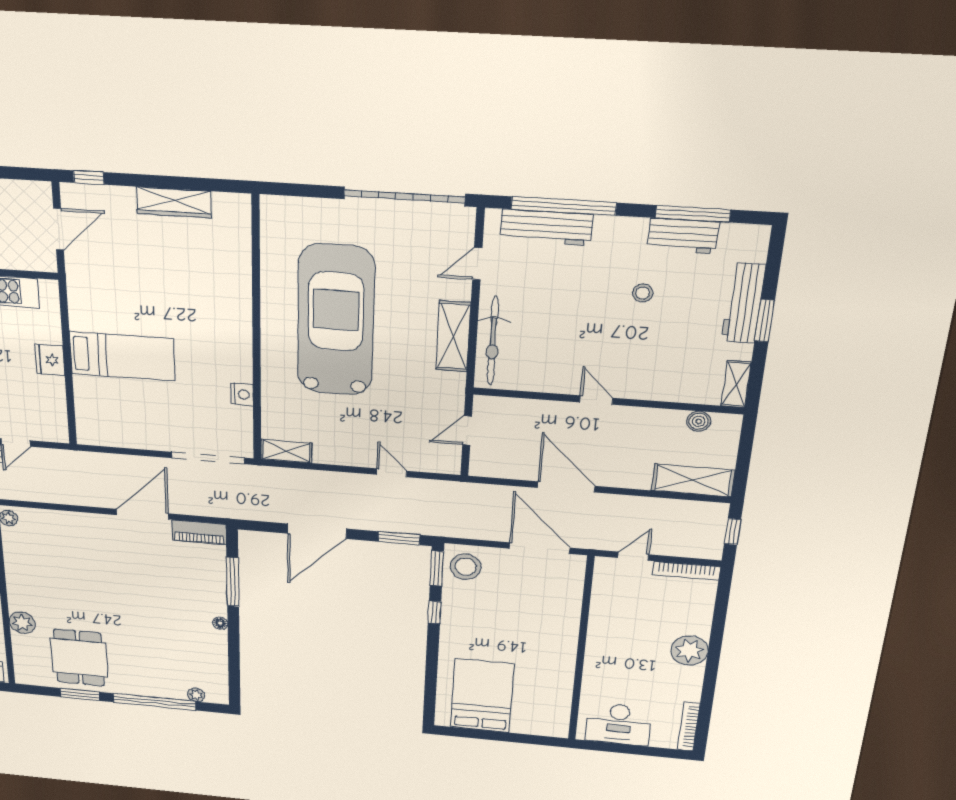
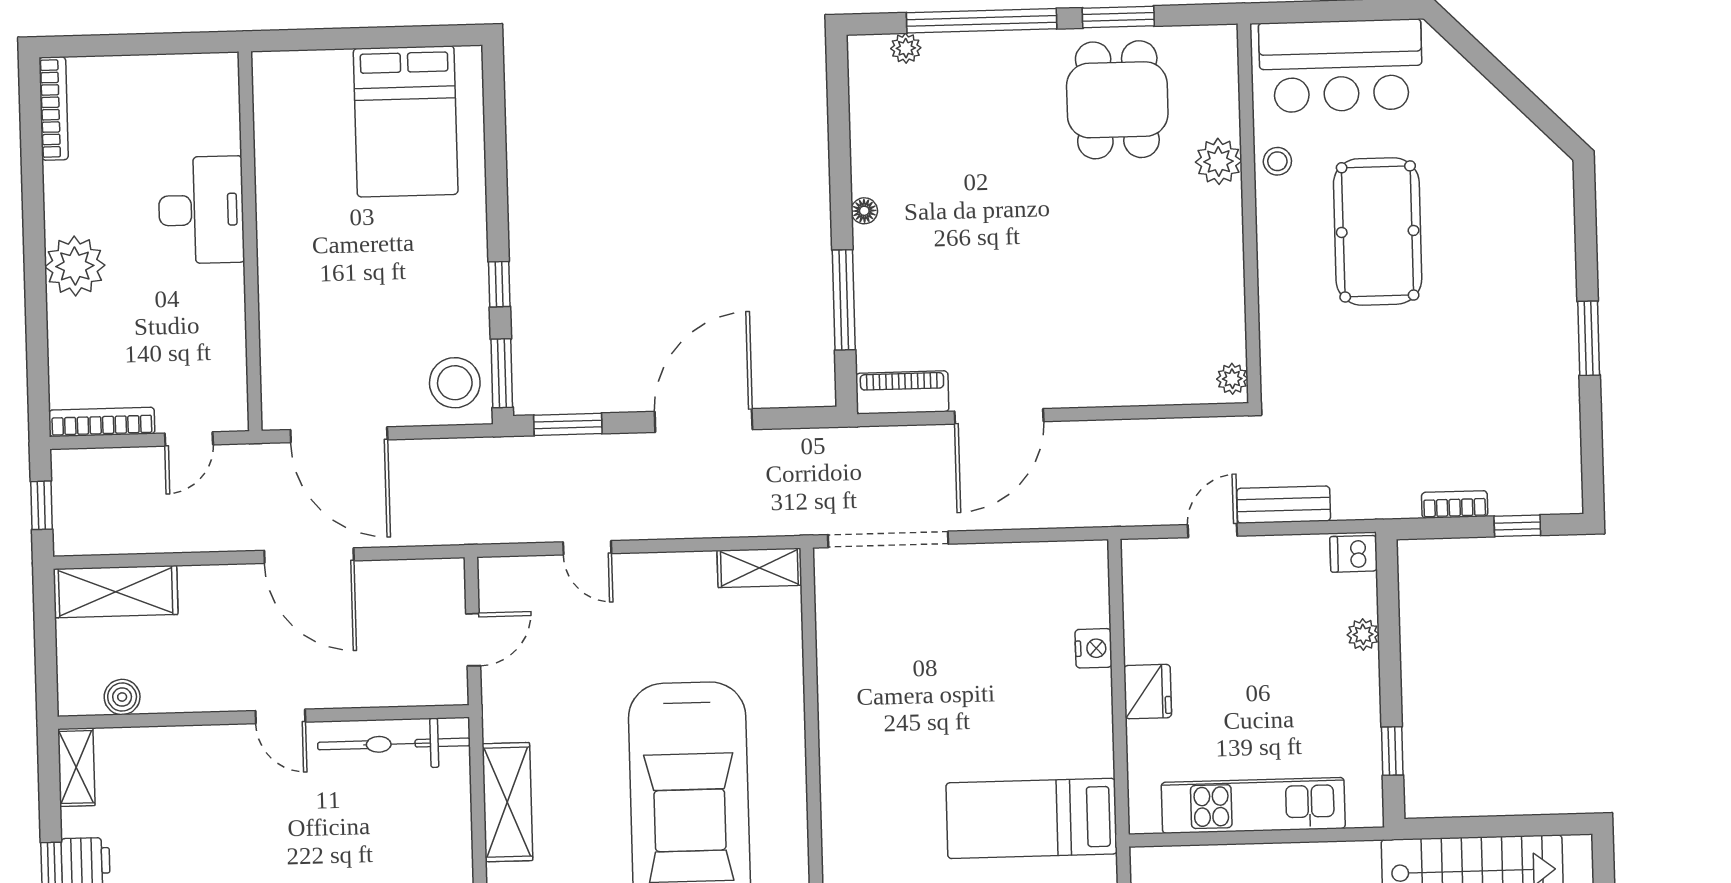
bicycle: (493, 341) -> (394, 744), moved, turned -90
bed: (122, 356) -> (1032, 818), moved
nightstand: (242, 394) -> (1093, 648), moved, turned 180
desk: (619, 724) -> (201, 210), moved, turned 90

